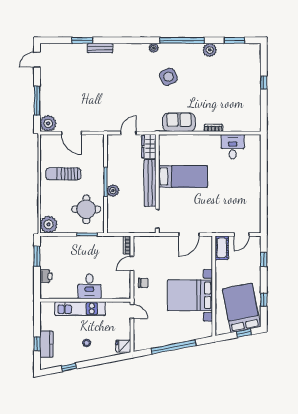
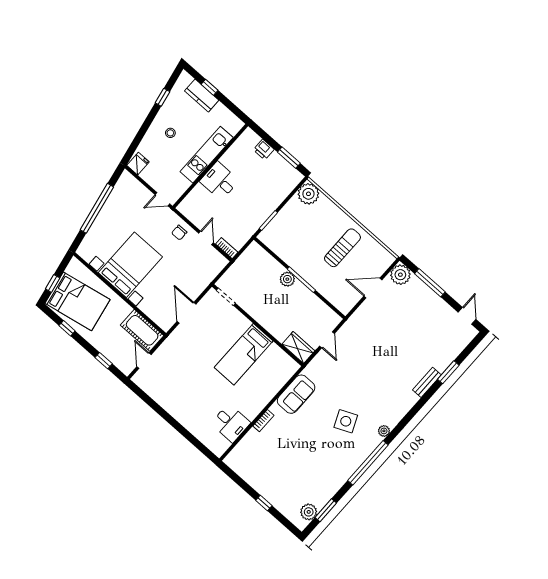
plant: (210, 50) -> (309, 512), moved
bench: (150, 183) -> (264, 319), removed
round table: (86, 209) -> (292, 240), removed
cot: (222, 248) -> (142, 330), width x1.37, depth x1.34

